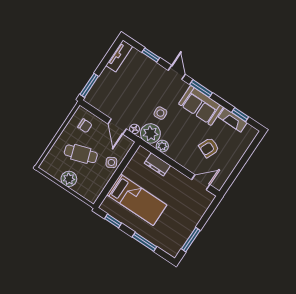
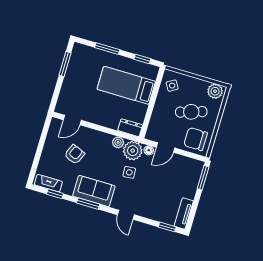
window: (151, 55) -> (167, 227), moved
window: (201, 89) -> (88, 204), moved
fireplace: (233, 120) -> (48, 183), moved
chair: (85, 126) -> (196, 139), width x1.87, depth x1.87
door: (117, 126) -> (165, 148), swing flipped
side table: (111, 162) -> (172, 86), moved
dresser: (157, 164) -> (130, 128), moved
plant: (69, 179) -> (215, 91), moved

